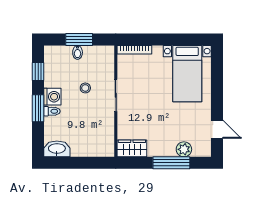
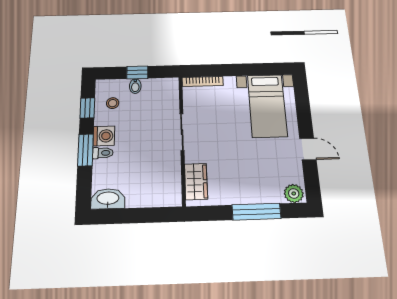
window: (79, 40) -> (137, 72), width x0.67
stool: (85, 88) -> (113, 103), moved
door: (217, 129) -> (308, 149), moved
wardrobe: (132, 148) -> (196, 182), moved, turned 90
plant: (184, 149) -> (294, 193), moved

